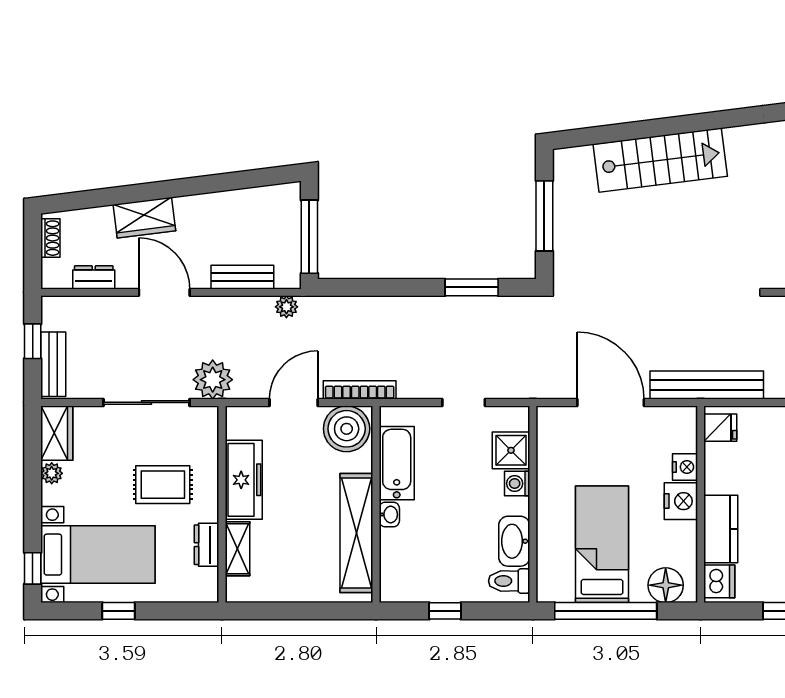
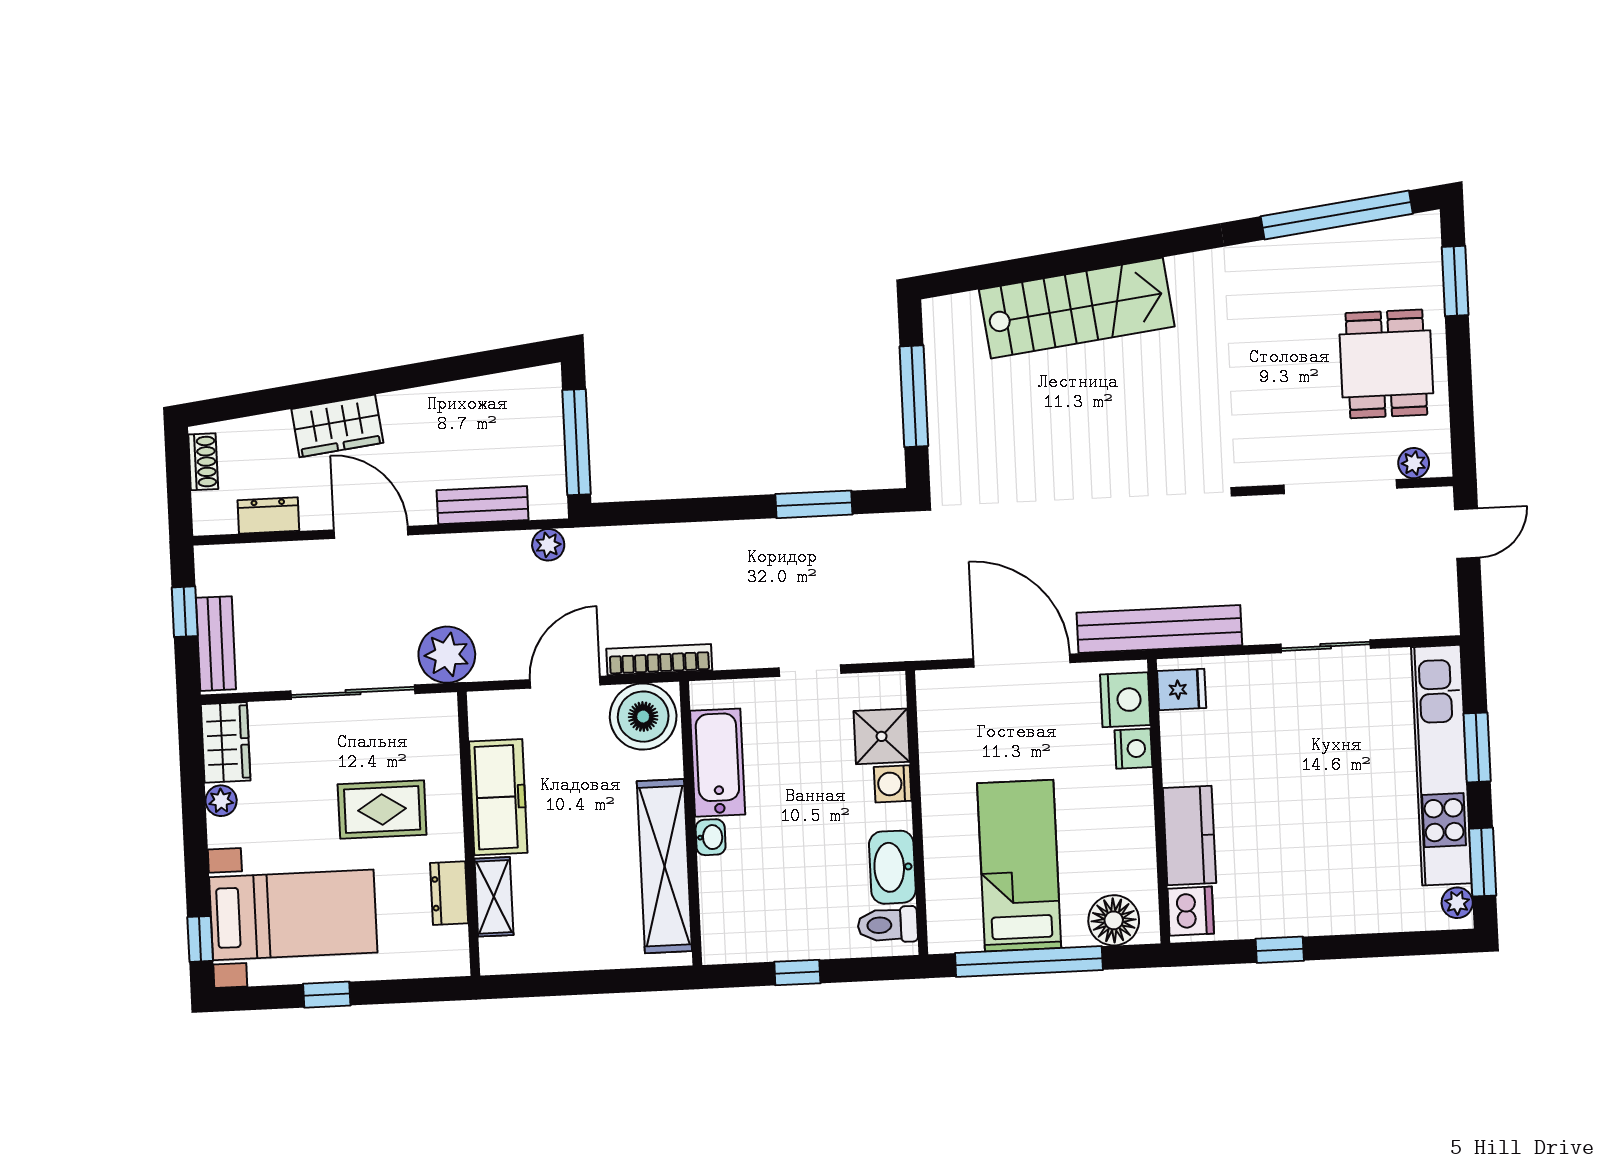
nightstand: (681, 501) -> (1125, 700), moved

